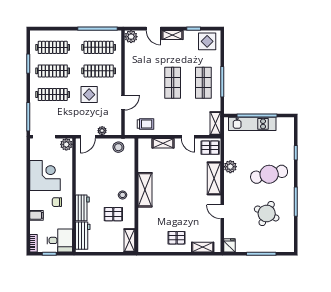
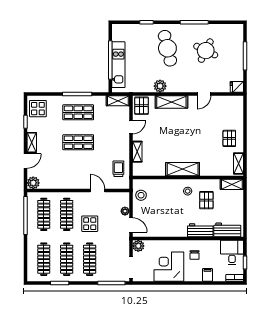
shelving: (203, 247) -> (239, 163), moved

